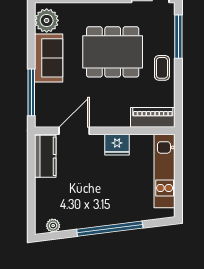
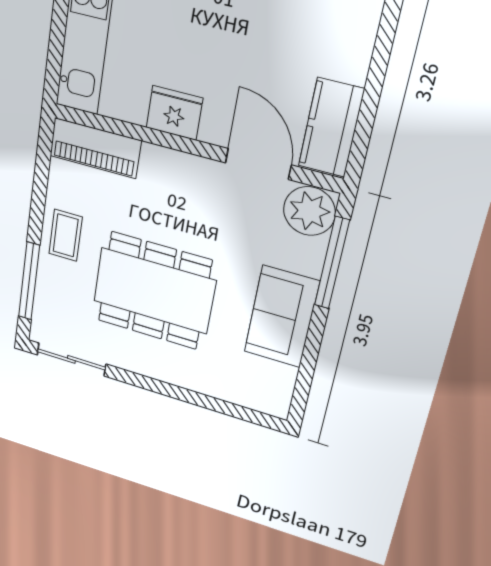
plant: (47, 20) -> (309, 211), moved
door: (74, 131) -> (258, 164), swing flipped

